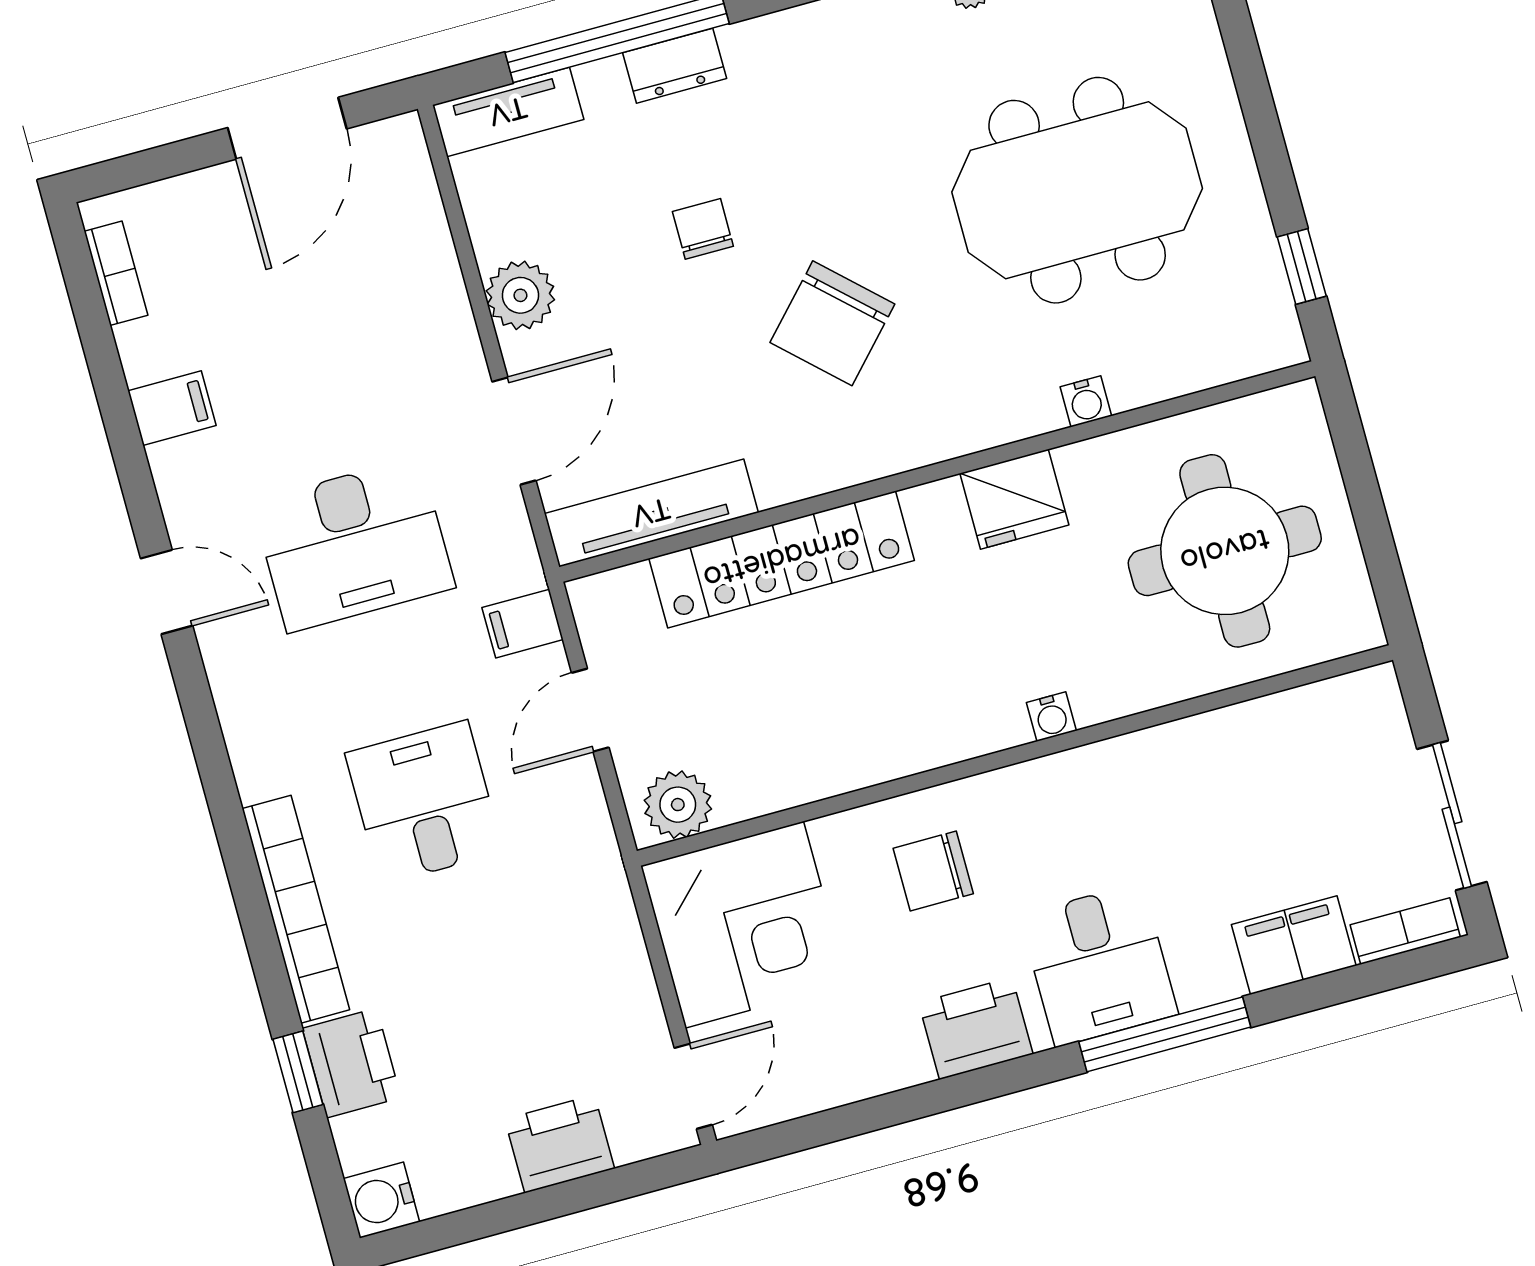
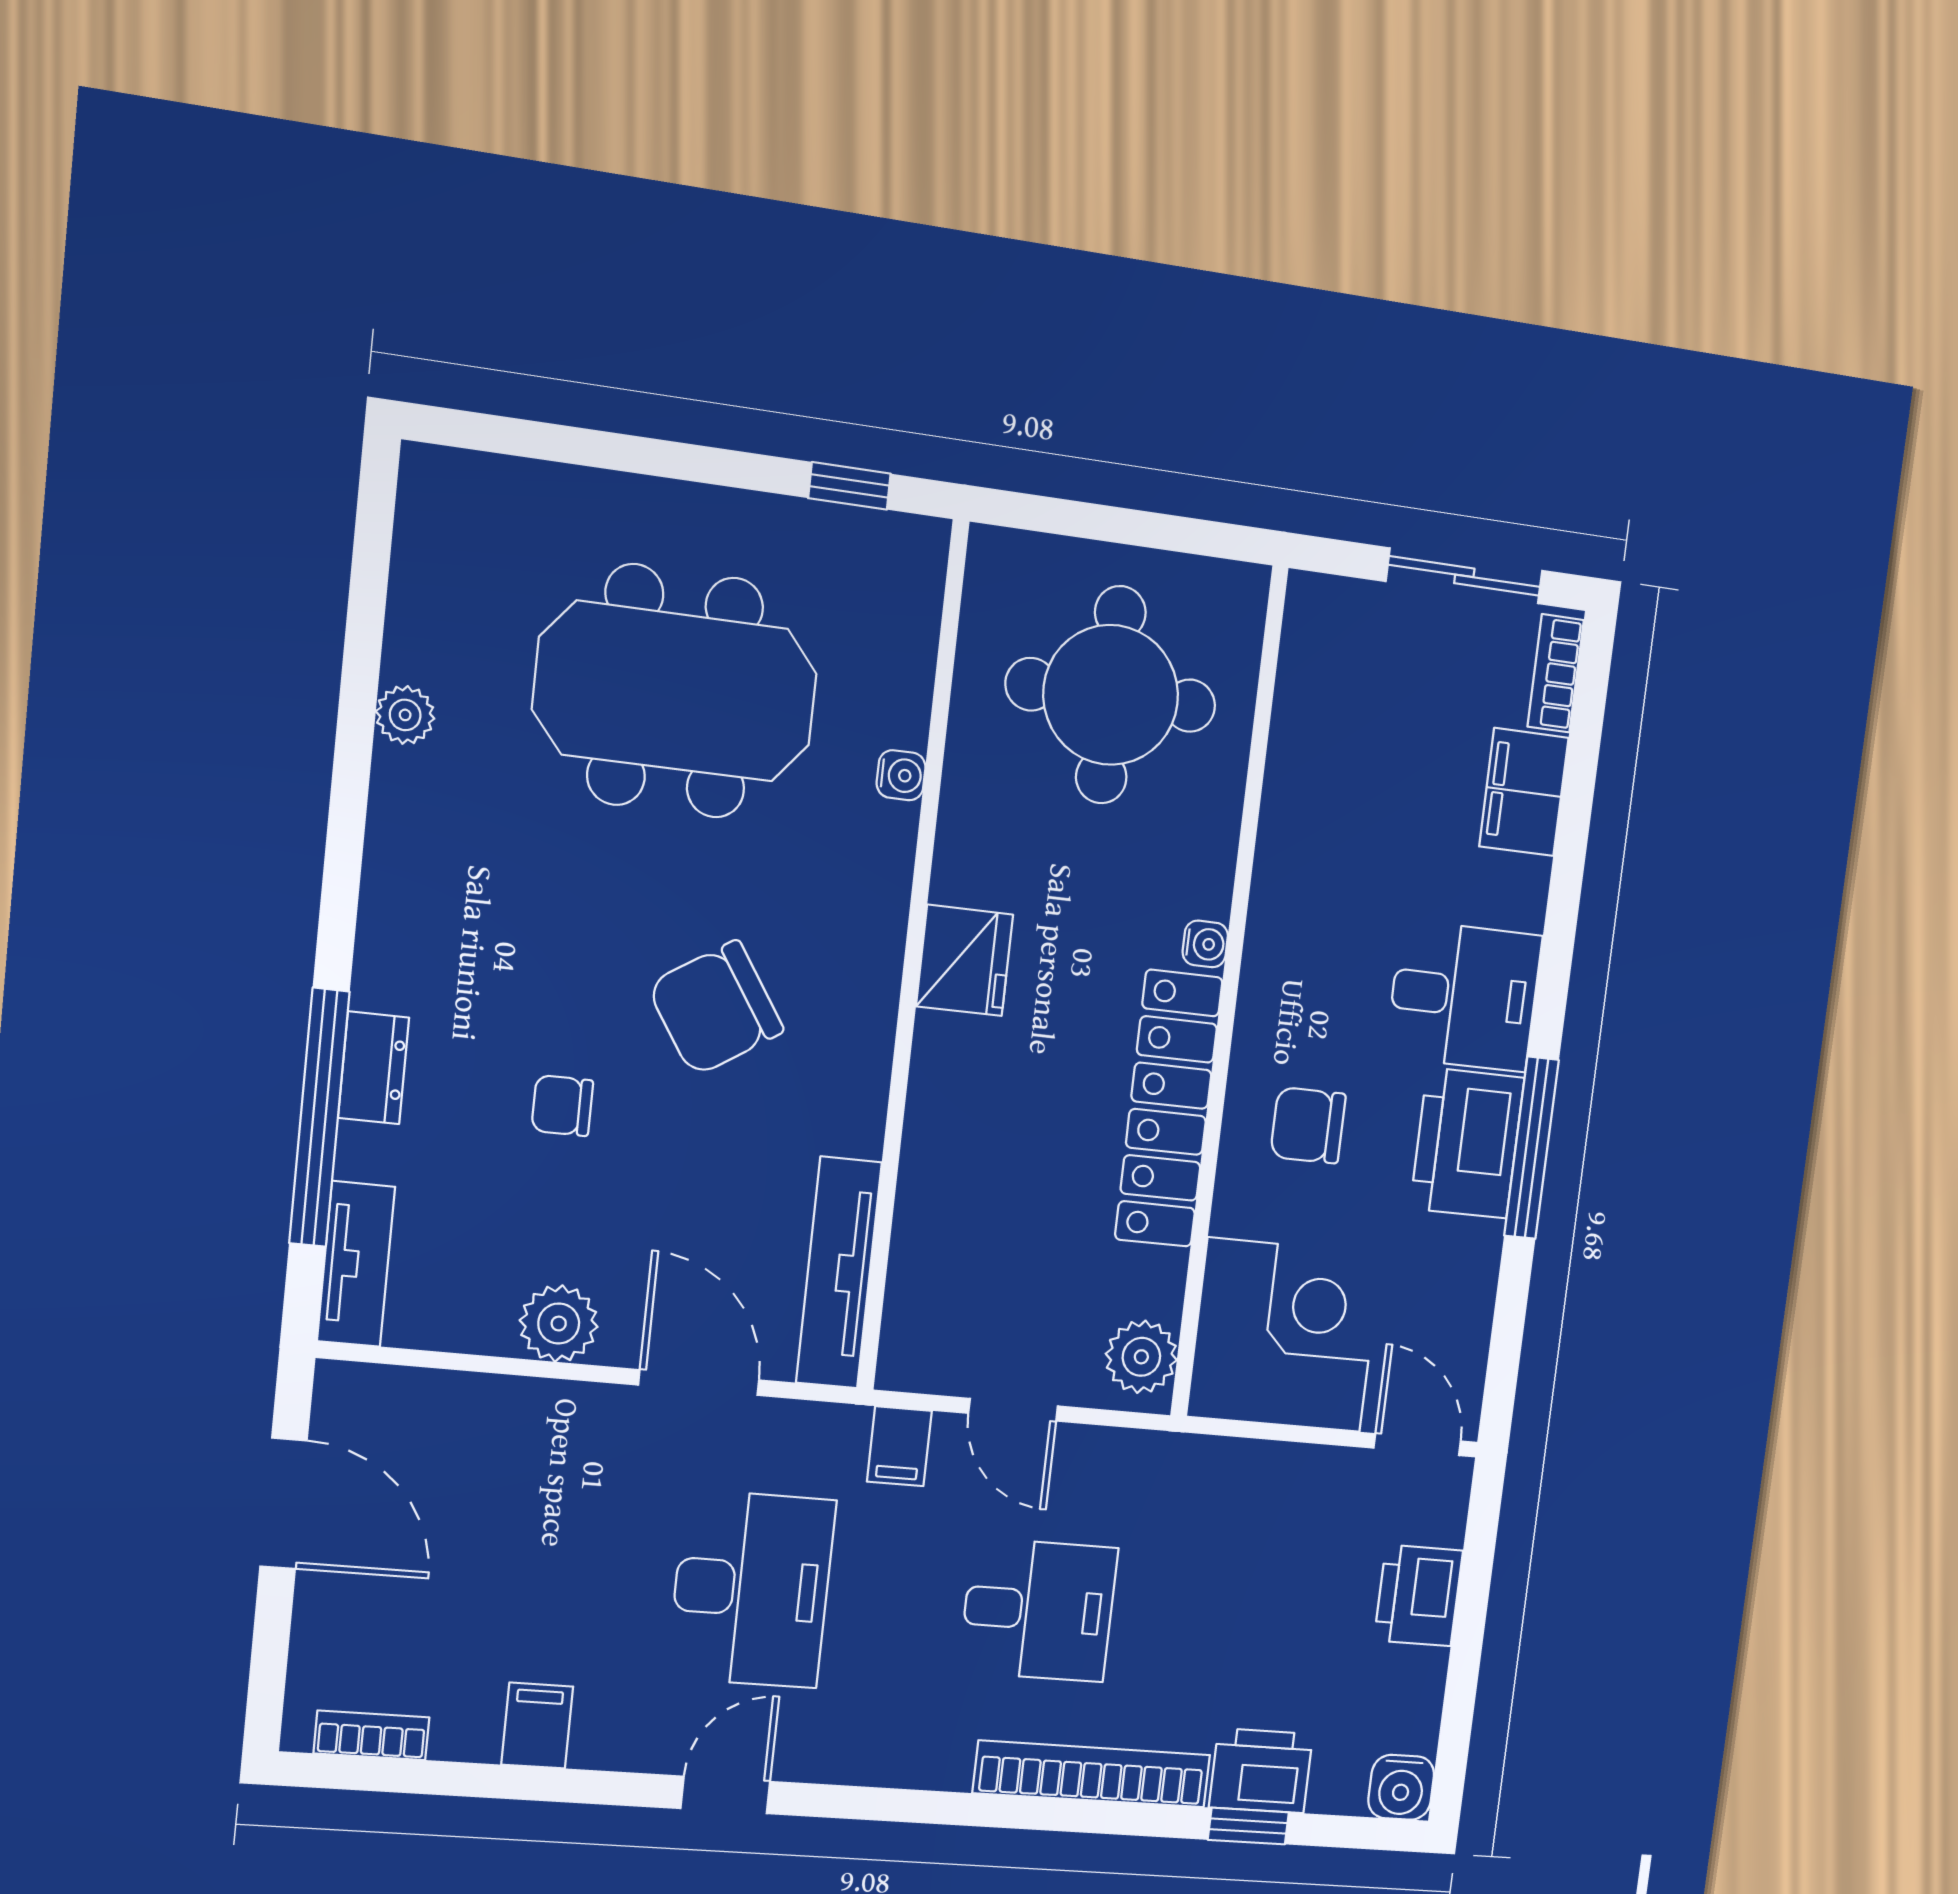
meeting table: (1077, 190) -> (675, 691), turned 90
chair: (832, 323) -> (716, 1008), turned 104
fridge: (1014, 499) -> (964, 960), moved
locker: (782, 559) -> (1169, 1109), moved, turned 180
desk: (424, 802) -> (1038, 1610), turned 180
chair: (933, 871) -> (1308, 1125), turned 90
printer: (976, 1028) -> (1467, 1143), width x1.37, depth x1.19
window: (1165, 1034) -> (1531, 1148), moved

